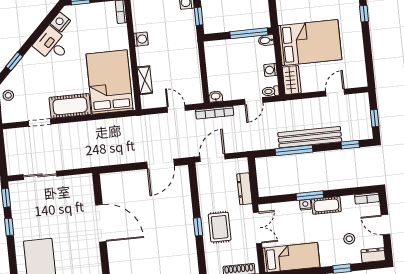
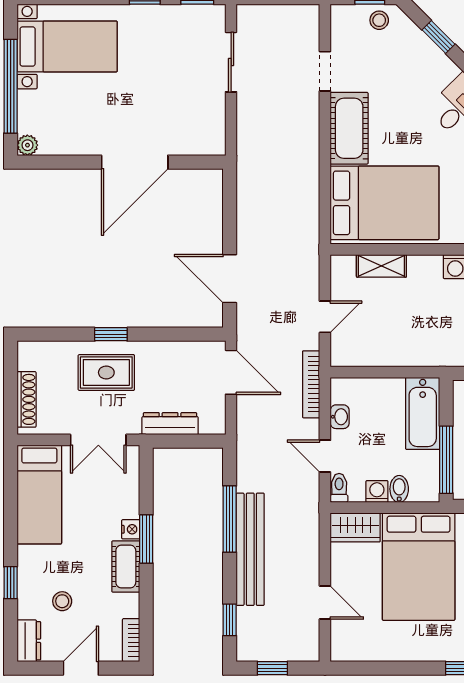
bidet: (266, 40) -> (399, 489), moved
bathtub: (224, 49) -> (423, 413), added
washbasin: (216, 96) -> (340, 417), moved

